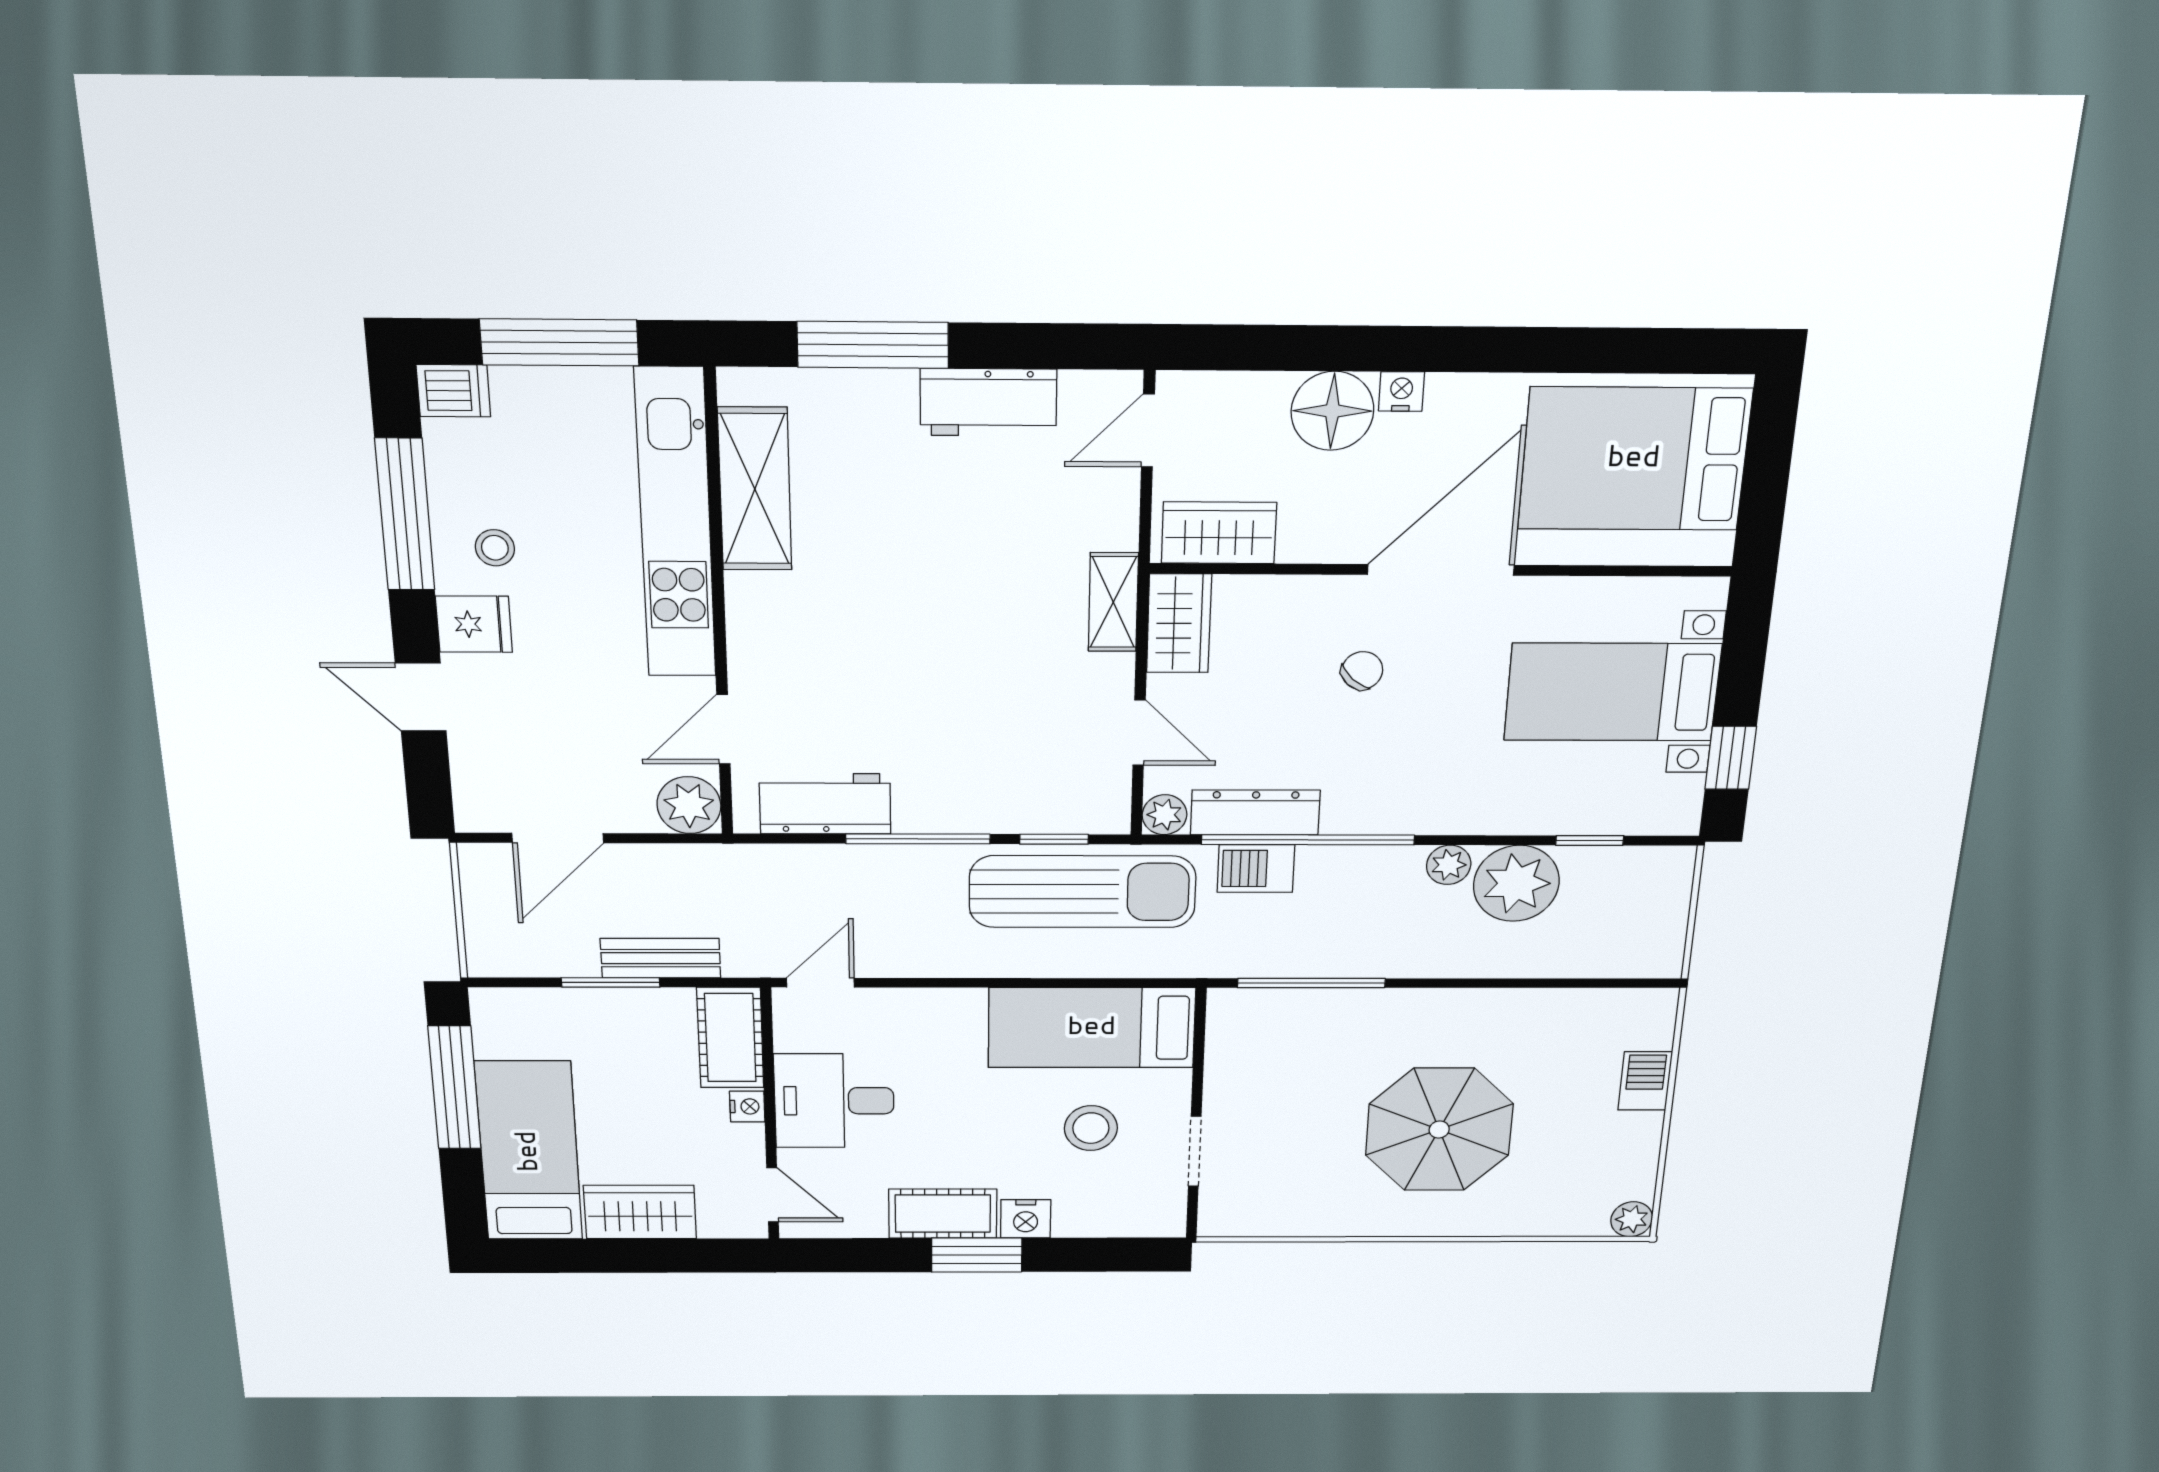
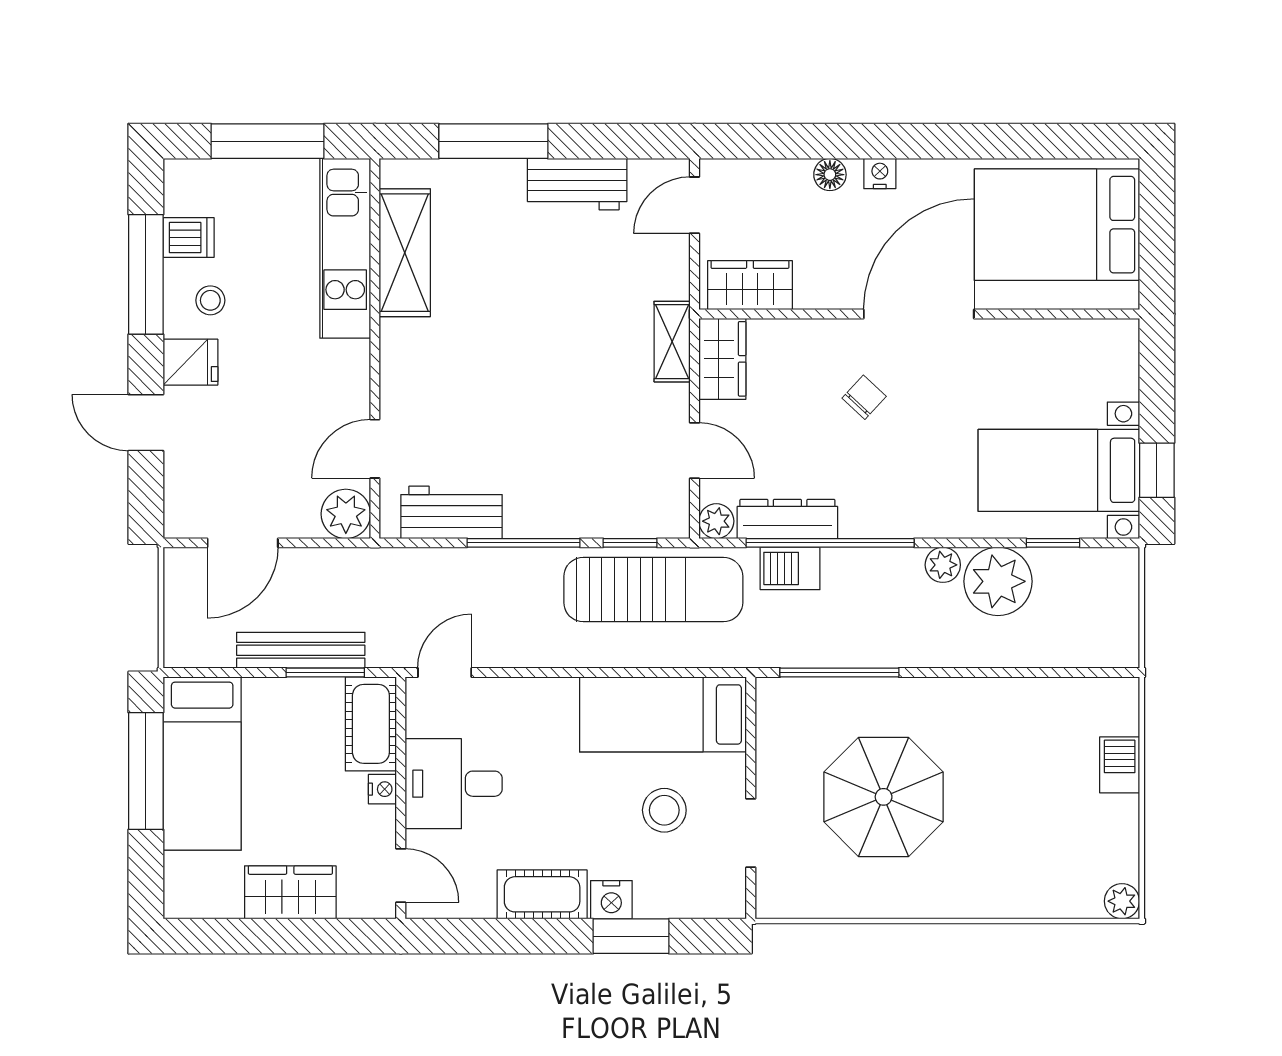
dishwasher: (453, 391) -> (189, 238), moved
floor lamp: (1332, 411) -> (830, 175), width x0.53, depth x0.53
kitchen unit: (676, 524) -> (345, 248), width x0.73
bed with nightstands: (1612, 692) -> (1059, 470), moved
bench: (661, 958) -> (301, 650), width x1.36
window: (611, 982) -> (325, 673), moved
parasol: (1439, 1130) -> (884, 797), moved
bed: (529, 1151) -> (202, 764), moved, turned 180
window: (977, 1255) -> (631, 936), moved

